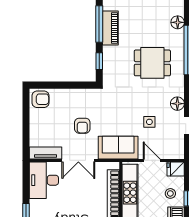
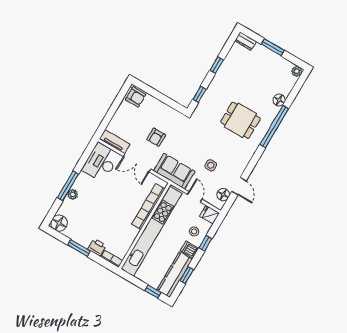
window: (99, 24) -> (217, 65), width x0.46
piano: (110, 28) -> (224, 73), removed
floor lamp: (177, 104) -> (223, 195), moved

